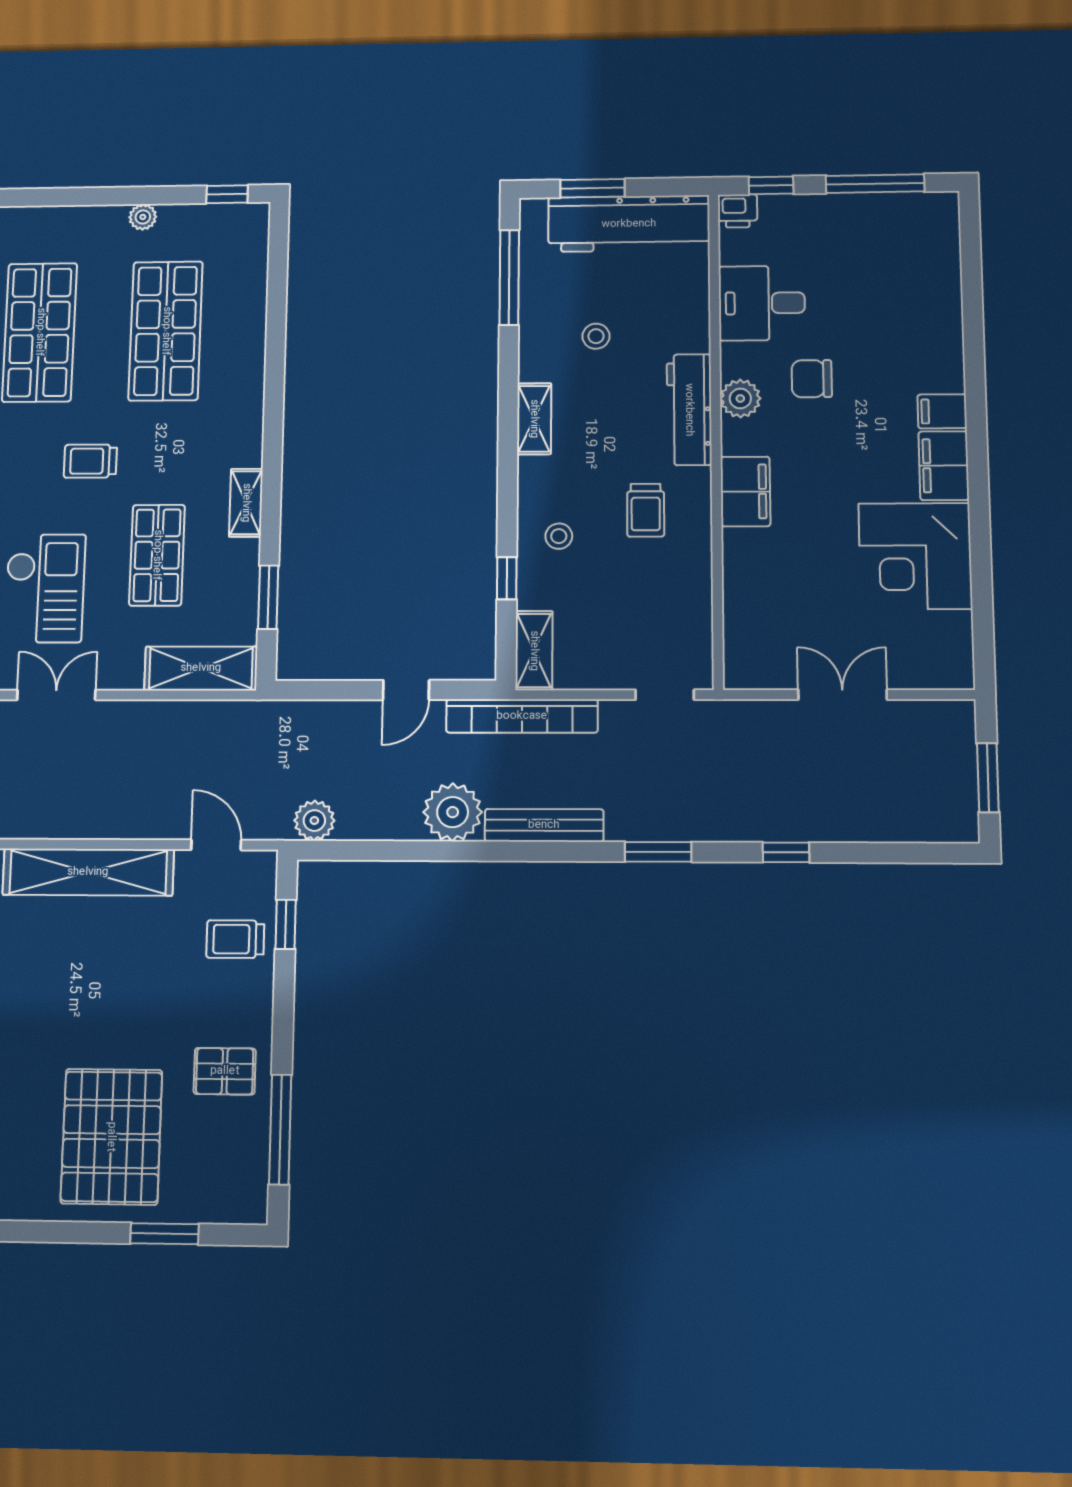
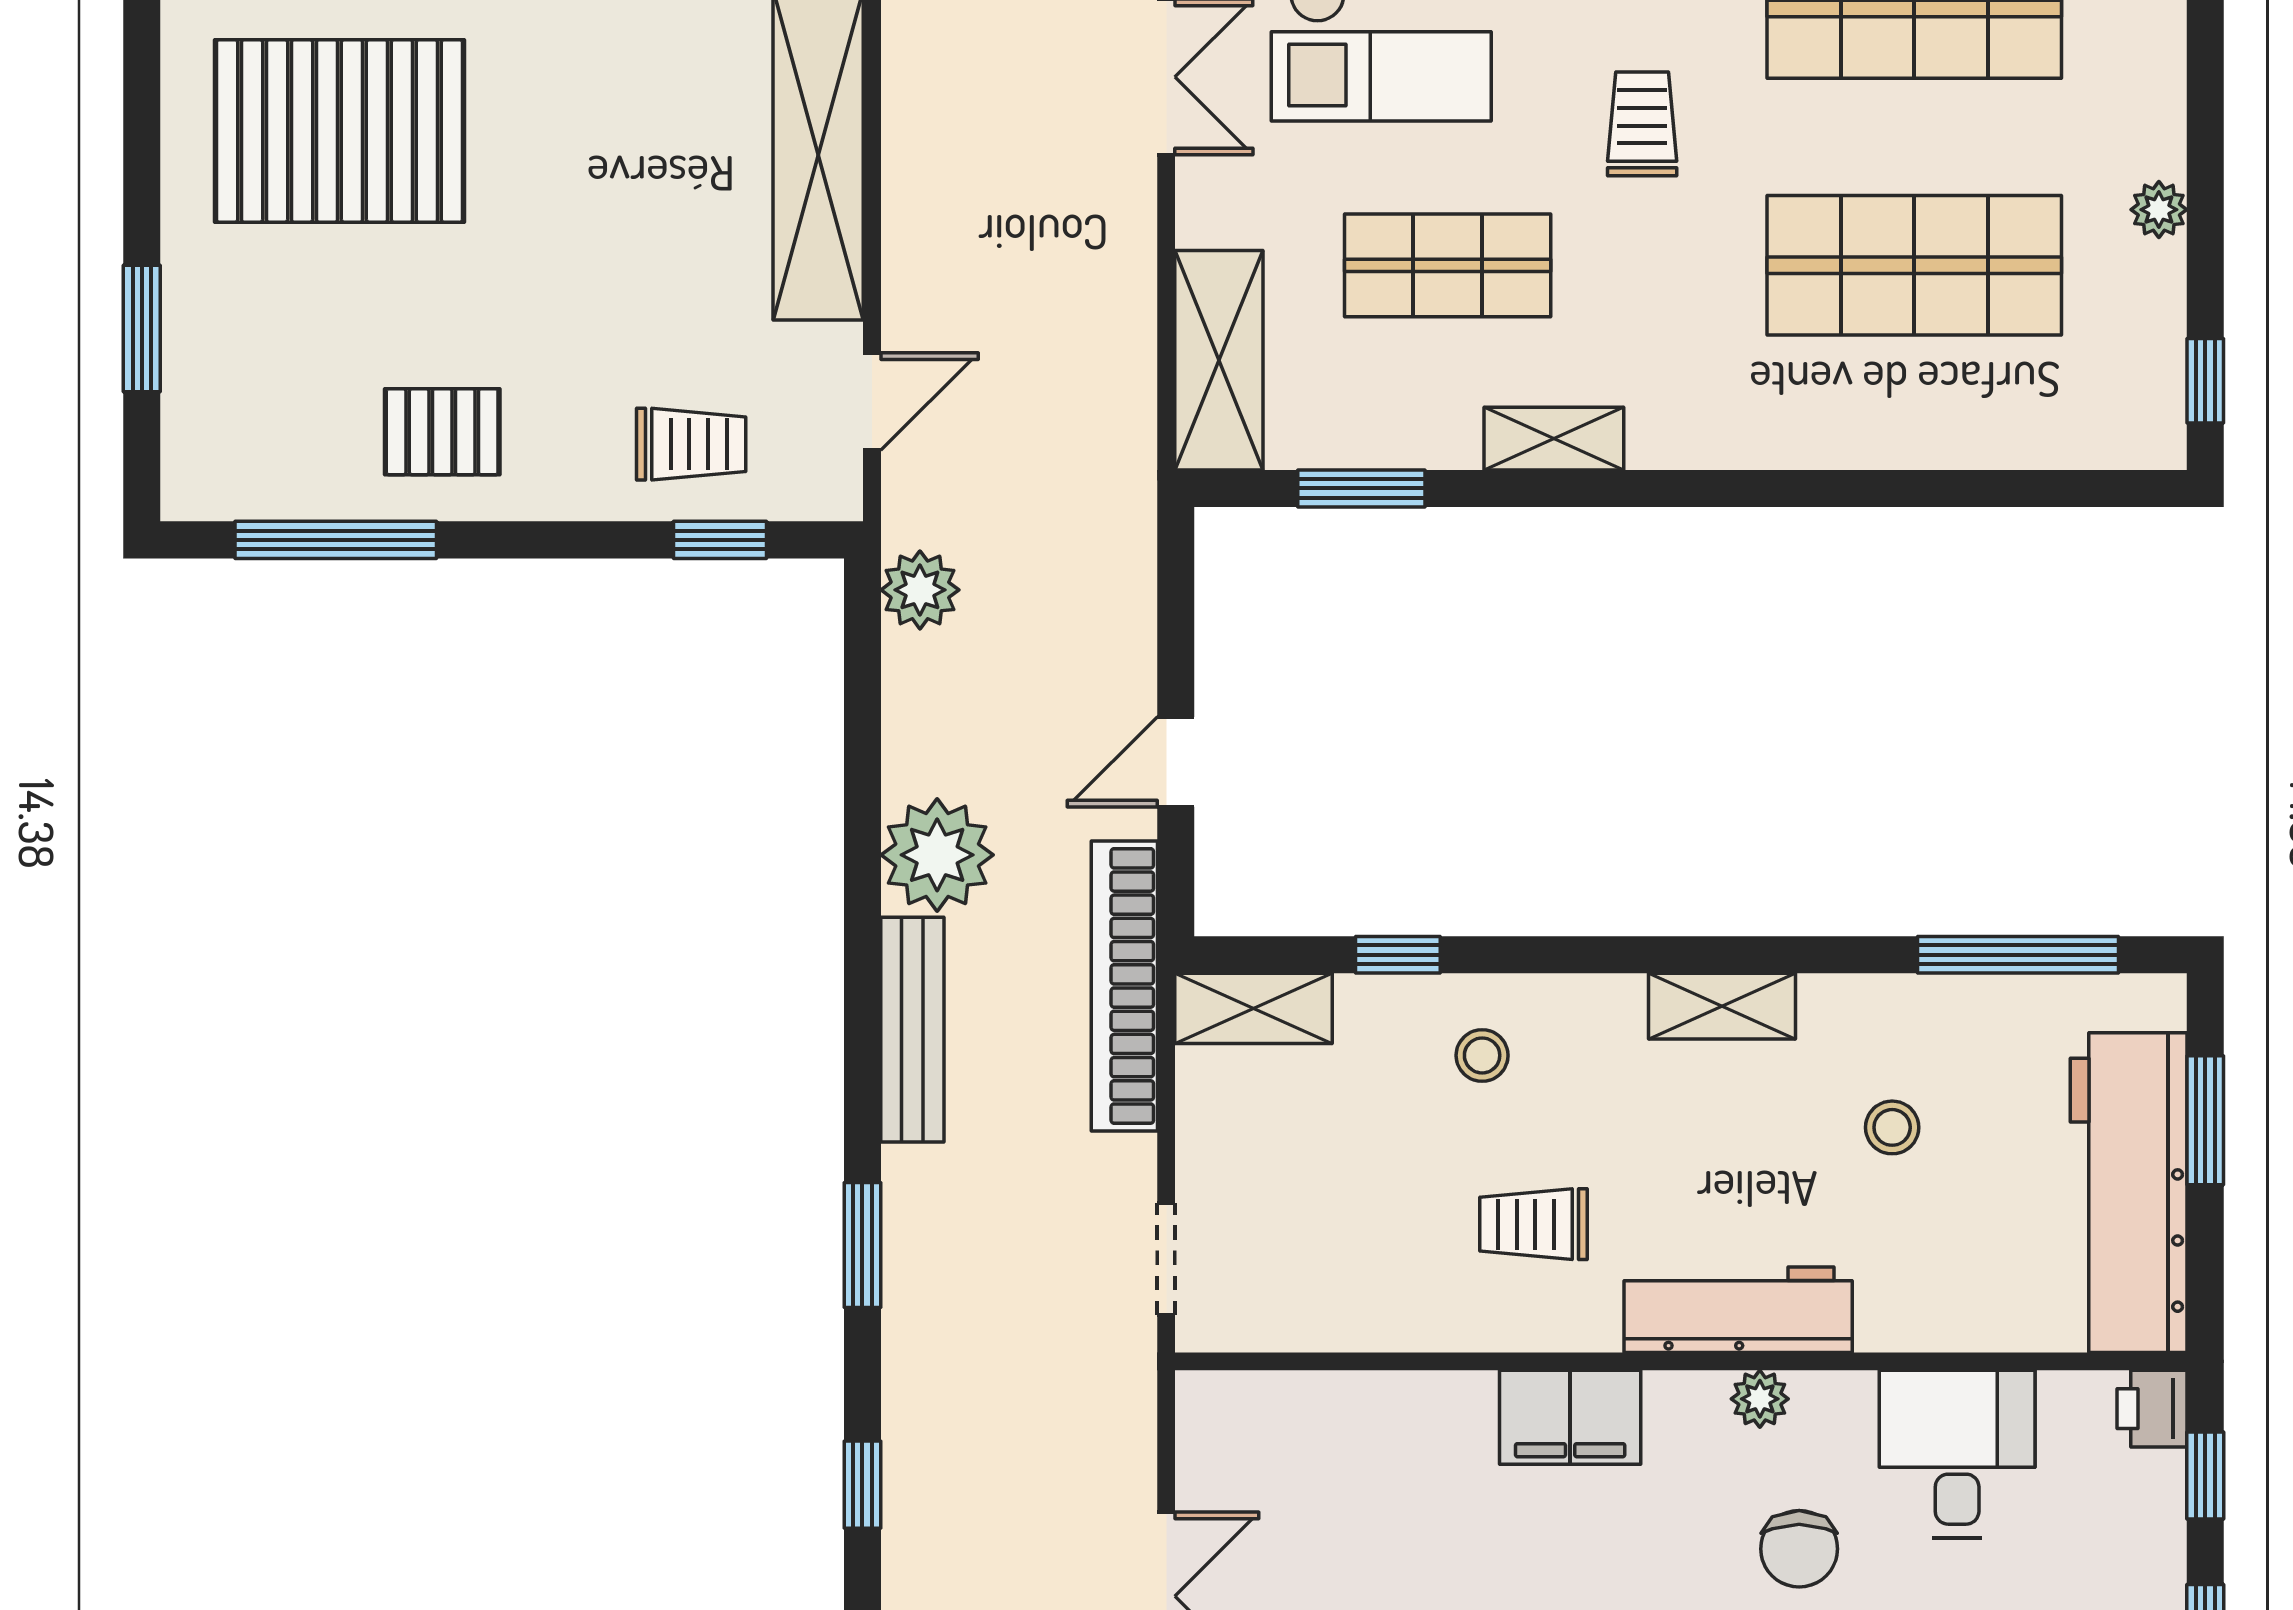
chair: (812, 379) -> (1799, 1549), turned 180
plant: (740, 398) -> (1760, 1399), width x0.73, depth x0.73
door: (406, 690) -> (1176, 762), hinge flipped
trolley: (235, 939) -> (691, 444), turned 90
pallet: (225, 1071) -> (442, 432), turned 90
pallet: (111, 1137) -> (339, 131), moved

